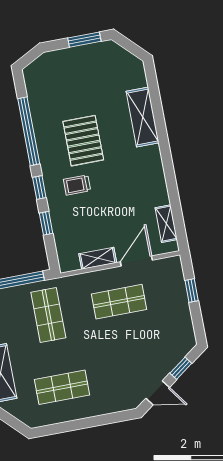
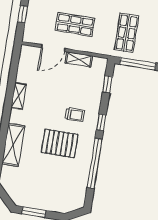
pallet: (83, 141) -> (60, 143), turned 90
window: (46, 223) -> (107, 84), moved
shelving: (166, 224) -> (19, 96), moved

